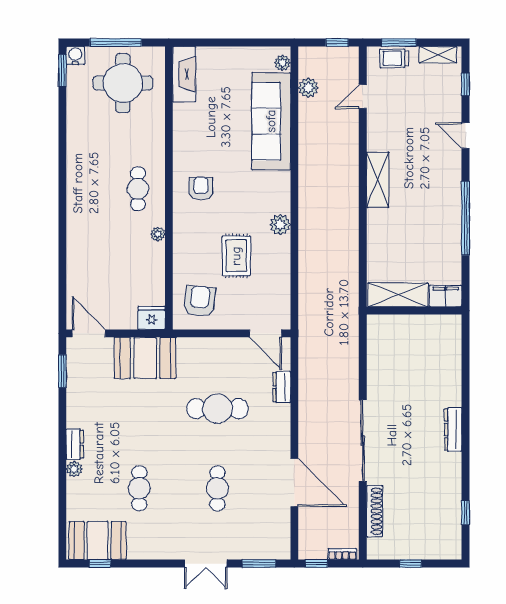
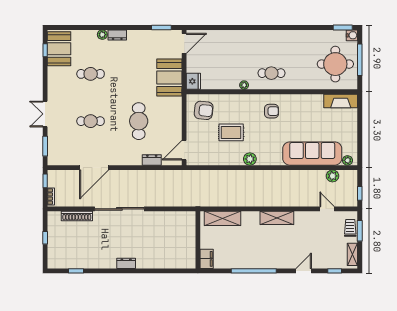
shelving: (398, 295) -> (222, 218), moved, turned 90
dresser: (453, 429) -> (126, 263), width x0.70

